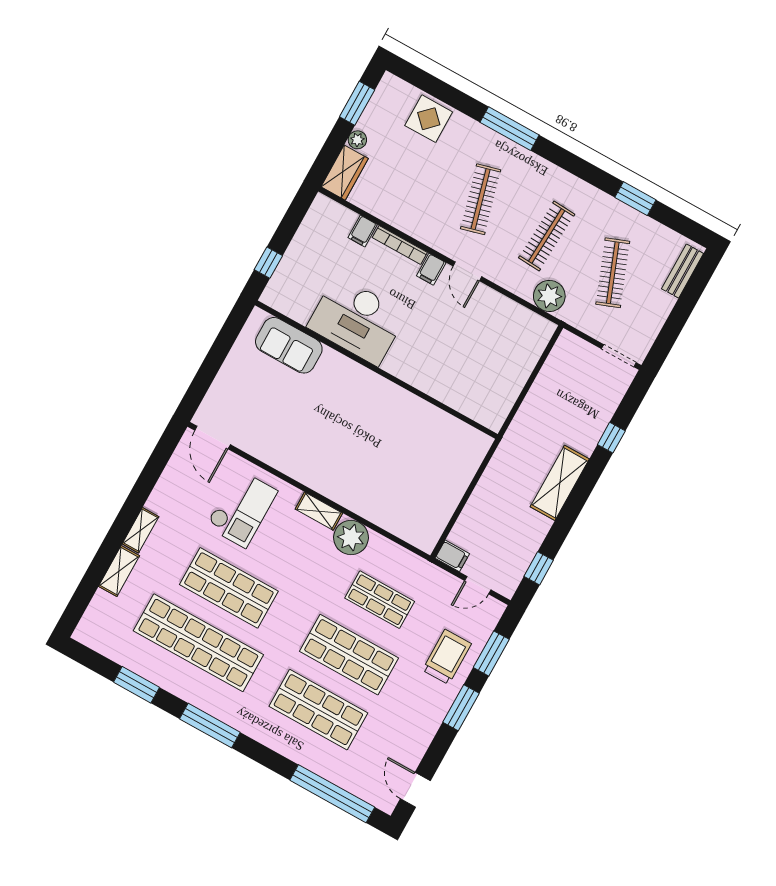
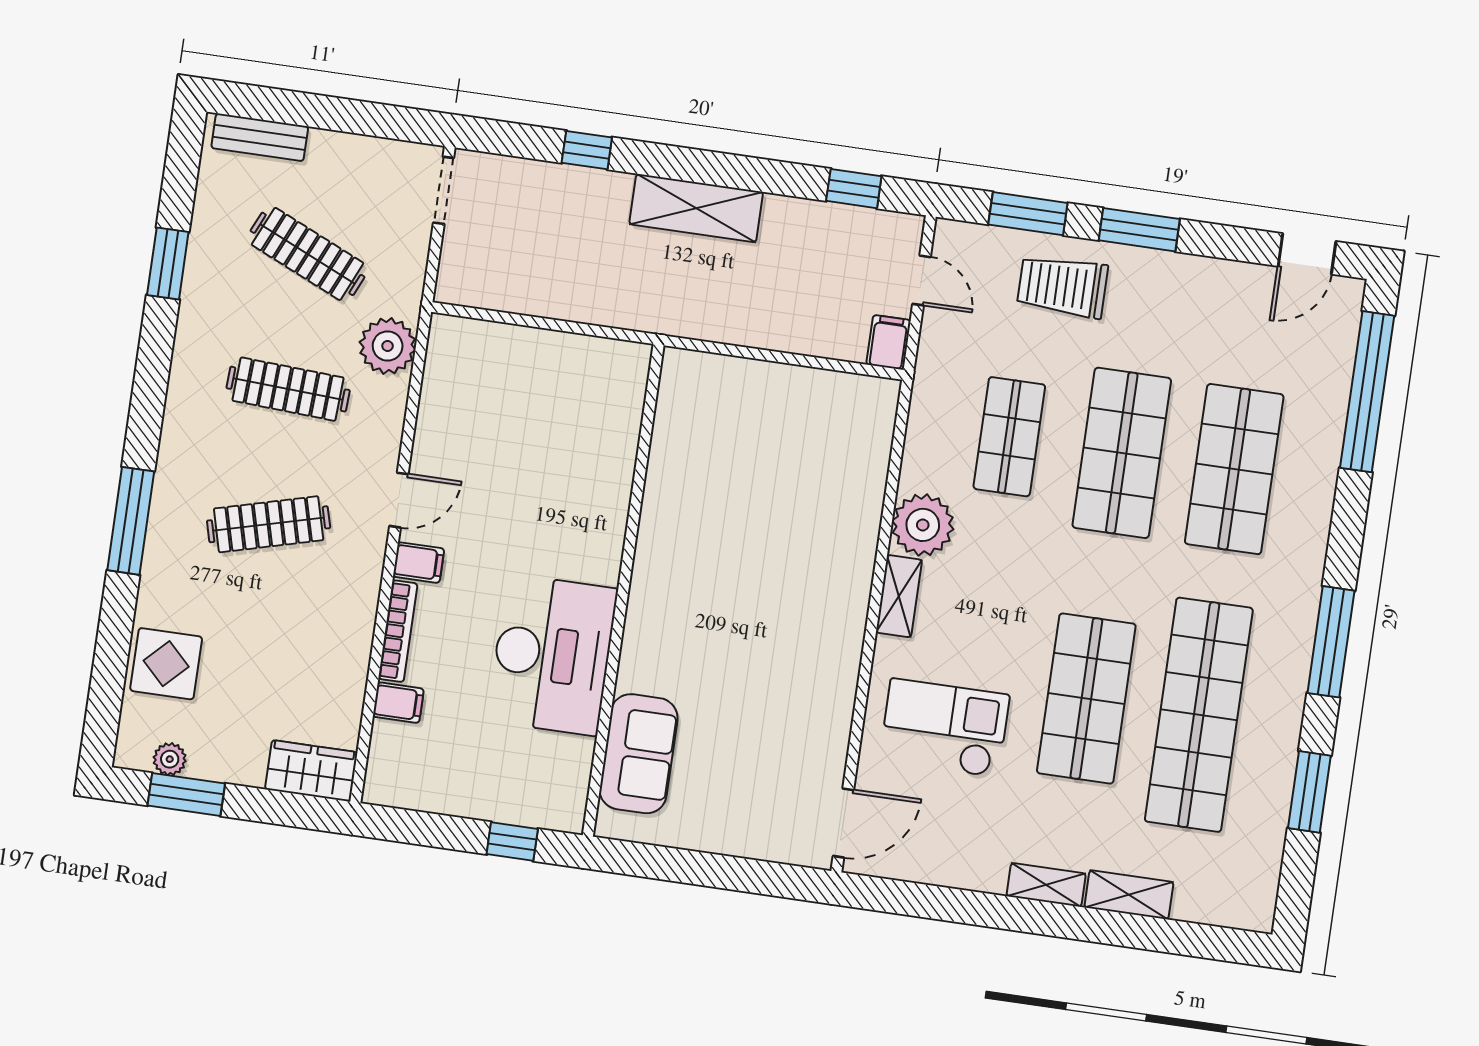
plant: (357, 140) -> (170, 759), moved
clothes rail: (613, 273) -> (308, 254), turned 45

